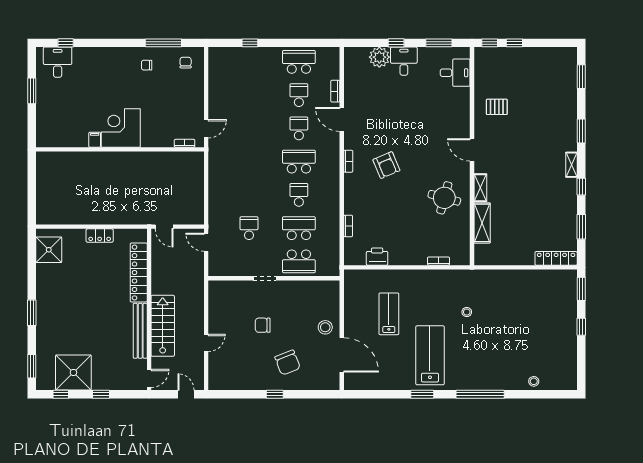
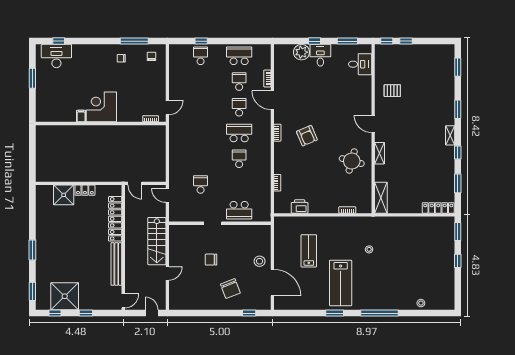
desk: (58, 62) -> (56, 56), width x1.37
shelving: (482, 223) -> (381, 198), moved
school desk: (299, 228) -> (201, 56), moved, width x0.54
shower: (49, 250) -> (64, 195), moved
stairs: (163, 326) -> (157, 241), moved, turned 180
lab bench: (430, 355) -> (341, 283), turned 180
window: (275, 394) -> (249, 313), moved

